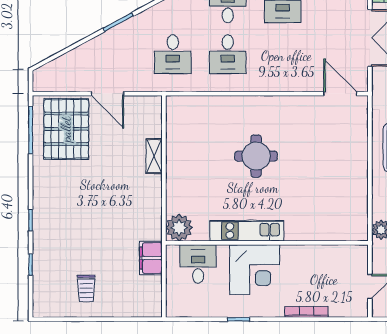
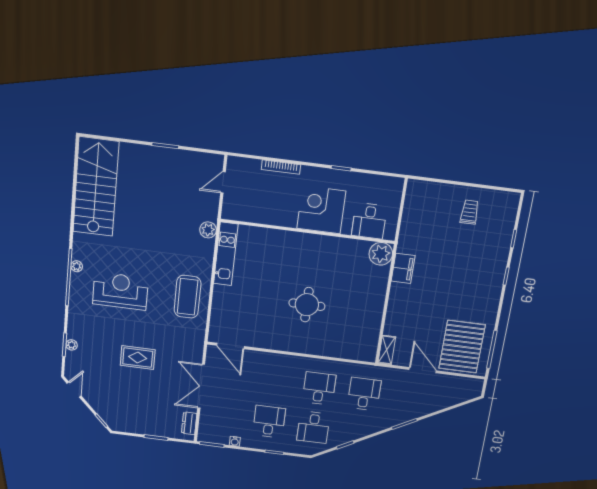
shelving: (154, 156) -> (387, 350), moved
kitchen unit: (247, 231) -> (226, 254), moved, turned -90
filing cabinet: (151, 258) -> (403, 268), moved

